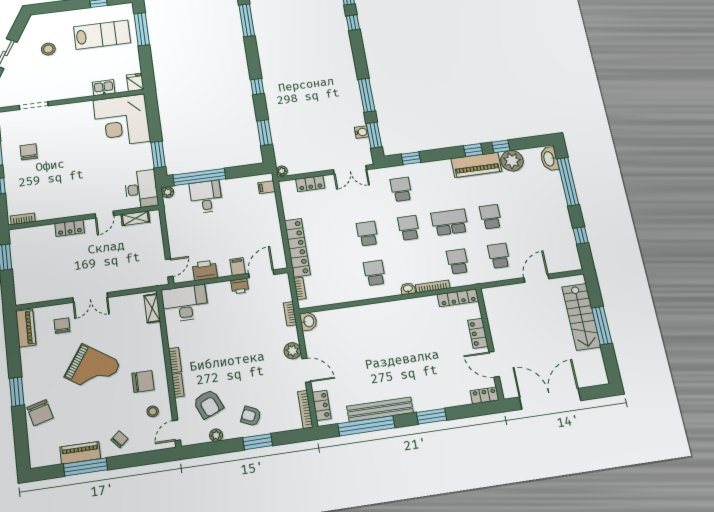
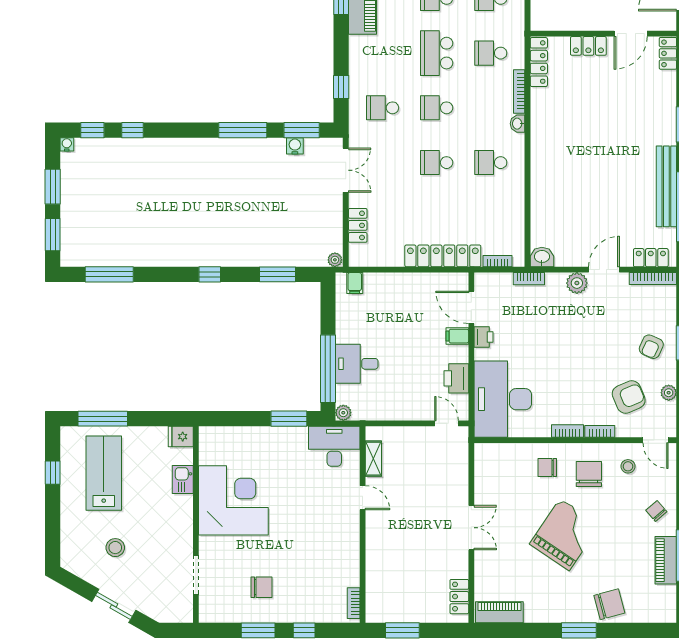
corner desk: (122, 121) -> (233, 500), moved, turned -90
chair: (29, 152) -> (261, 587), turned 180
locker: (70, 228) -> (459, 597), moved, turned 180
desk: (185, 303) -> (503, 399), width x1.36, depth x1.30
shelving: (152, 308) -> (497, 451), removed
chair: (62, 326) -> (547, 468), moved

